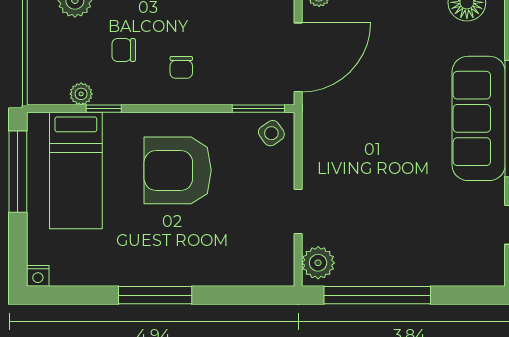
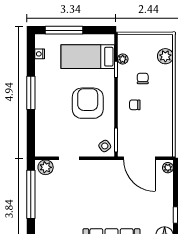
window: (18, 172) -> (64, 30), moved
nightstand: (38, 276) -> (40, 54), moved

